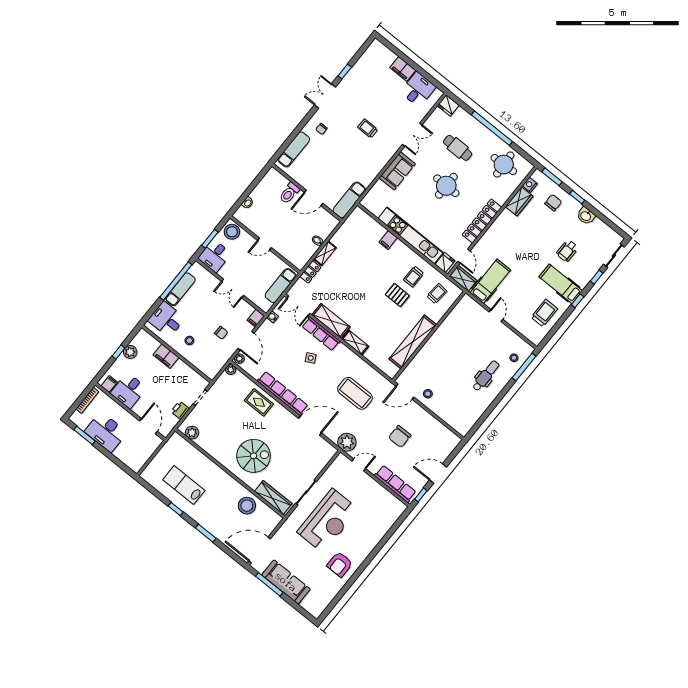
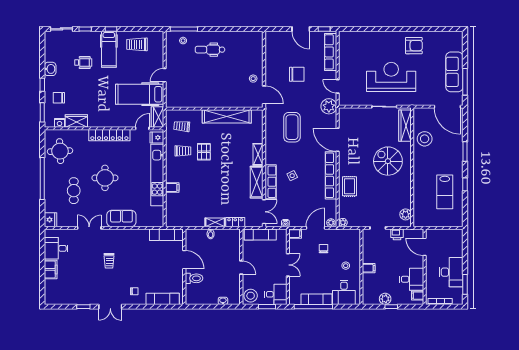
hospital bed: (490, 281) -> (140, 94), width x1.37, depth x1.29
filing cabinet: (166, 356) -> (369, 268), width x0.50
door: (148, 426) -> (425, 247), hinge flipped

